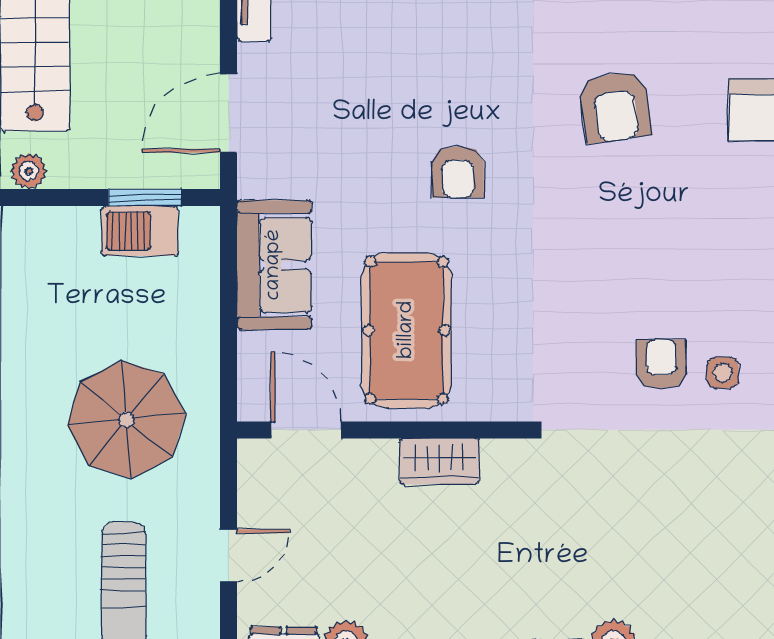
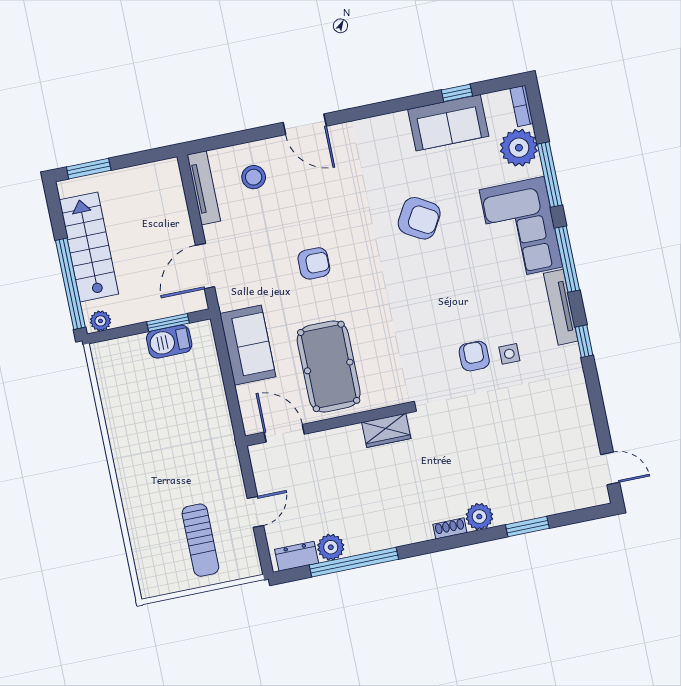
armchair: (615, 107) -> (419, 218), turned -52
armchair: (458, 172) -> (314, 263), moved, turned -90
parasol: (126, 420) -> (183, 448), removed
wardrobe: (440, 461) -> (386, 430), moved

